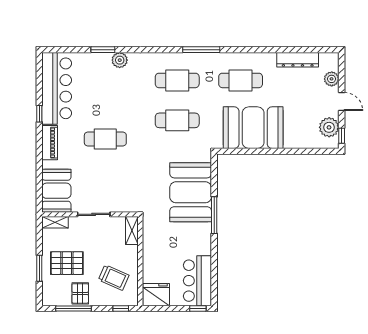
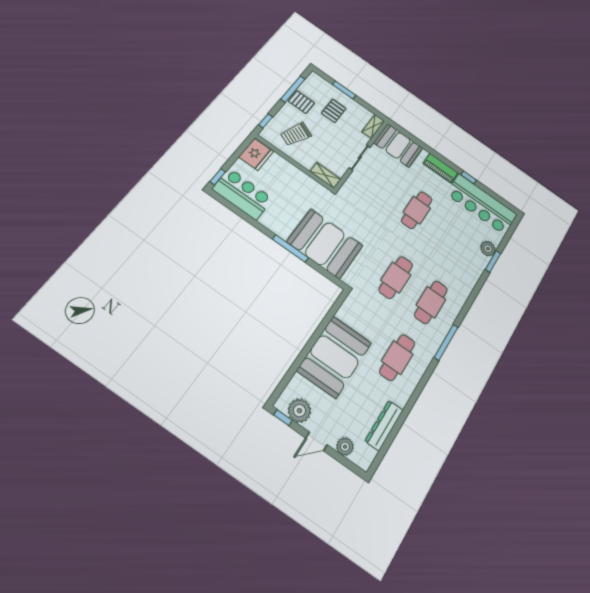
plant: (120, 60) -> (488, 249), moved
booth: (253, 128) -> (334, 357), moved
pallet: (67, 263) -> (334, 111), width x0.67, depth x0.71

